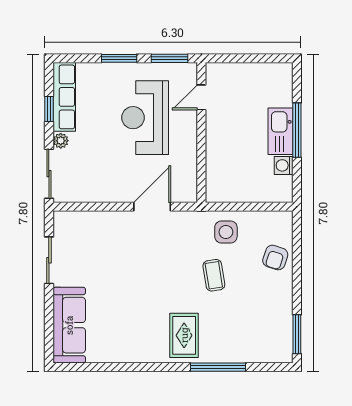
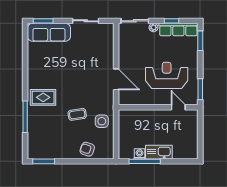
window: (119, 58) -> (200, 41), moved
window: (297, 130) -> (145, 161), moved
window: (49, 335) -> (43, 21), added

